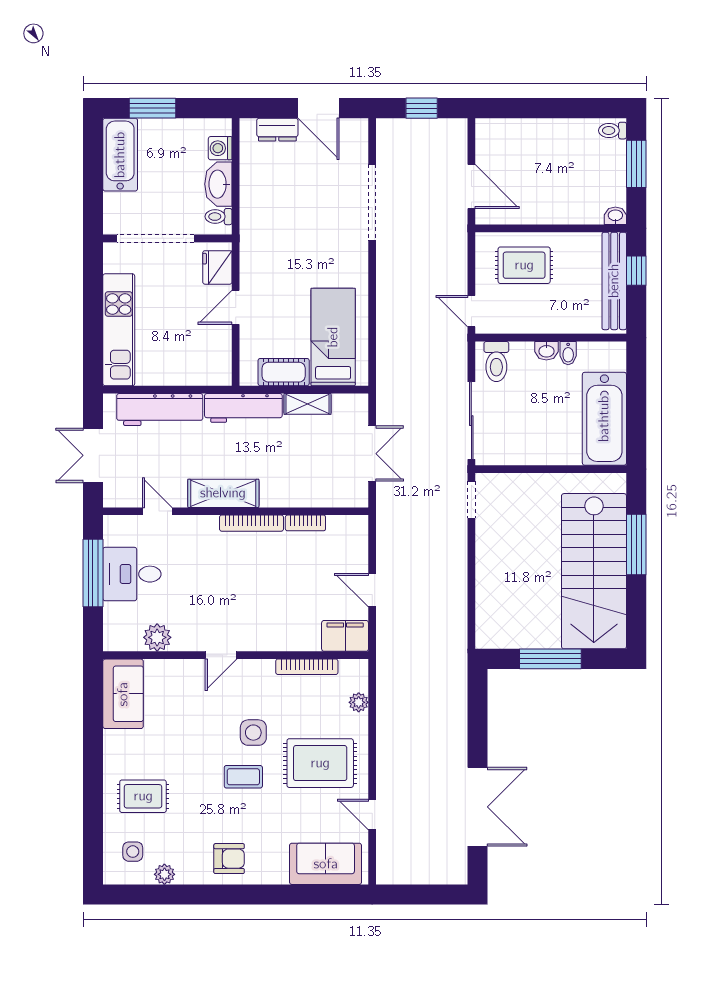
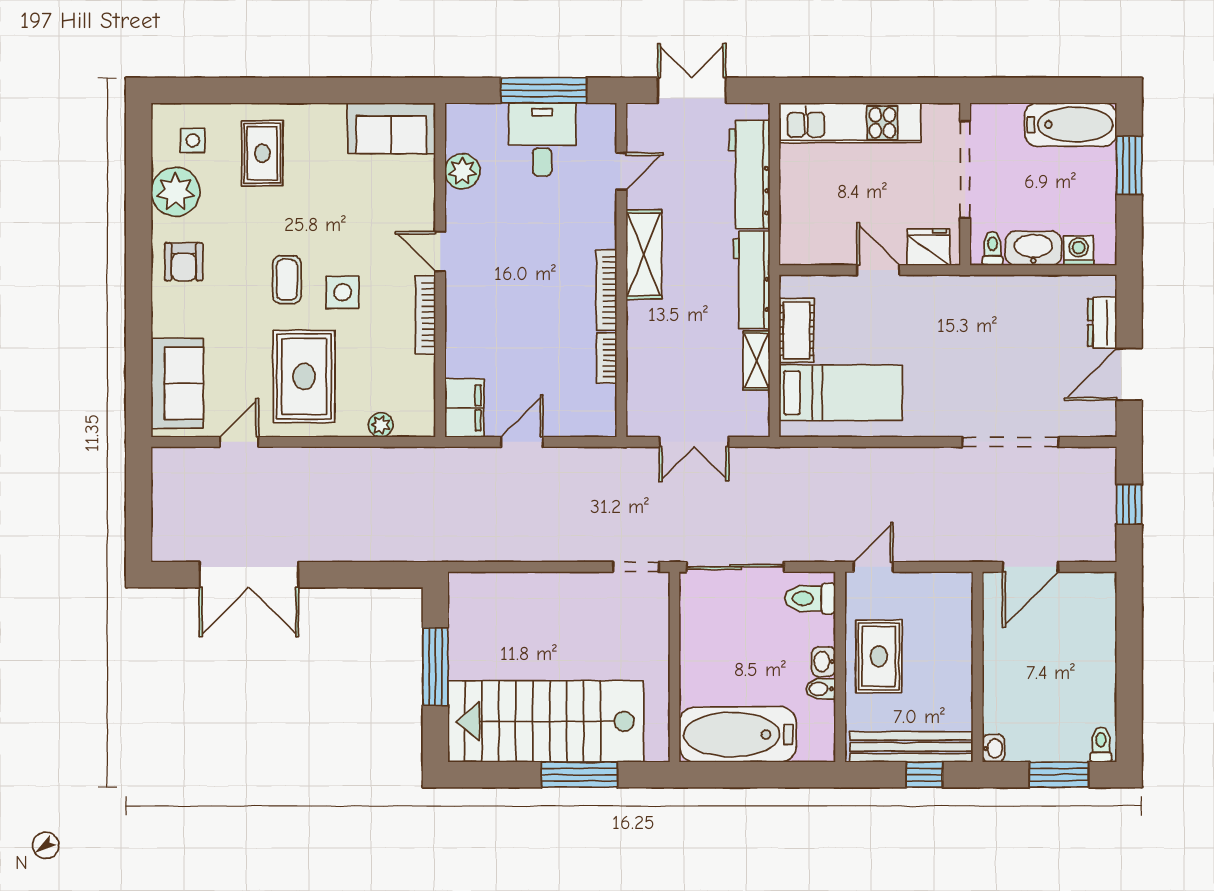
rug: (524, 265) -> (879, 656), moved
bookcase: (307, 667) -> (425, 315), moved
plant: (164, 874) -> (175, 192), width x1.88, depth x1.88

